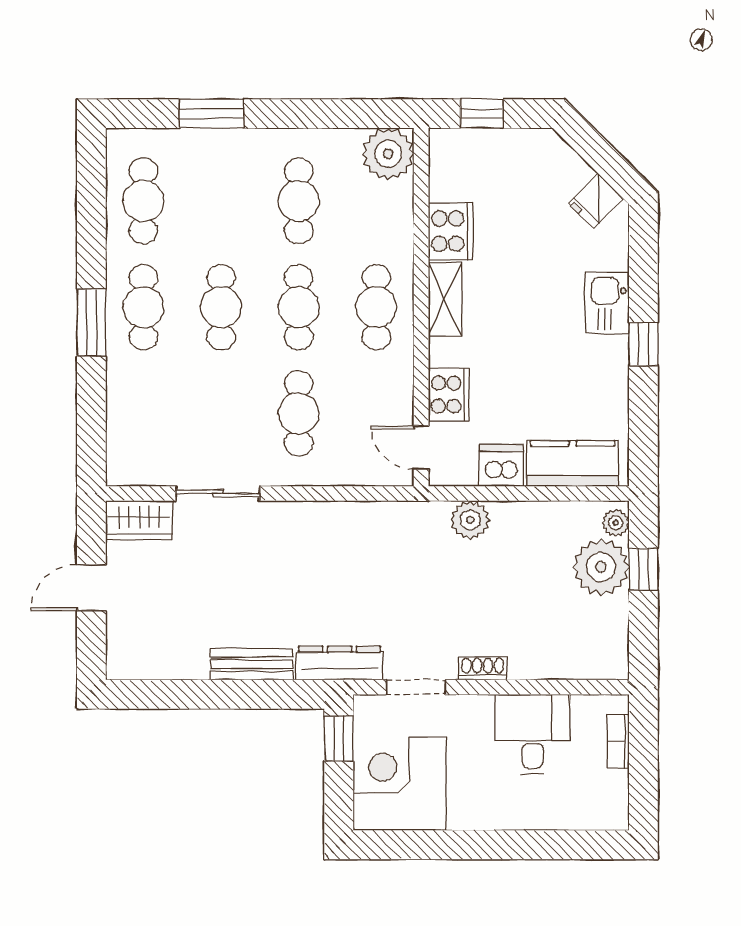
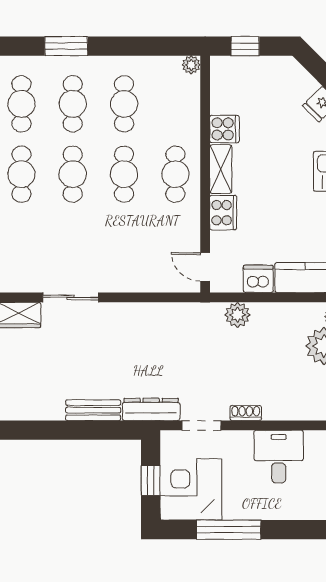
plant: (388, 154) -> (191, 65), width x0.53, depth x0.53
cooker: (450, 231) -> (224, 129), width x0.73
cooker: (449, 395) -> (223, 213), moved
cafe table: (299, 413) -> (73, 104), moved
window: (339, 739) -> (151, 480), moved
window: (457, 845) -> (229, 530), added

